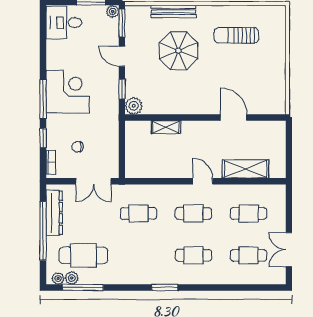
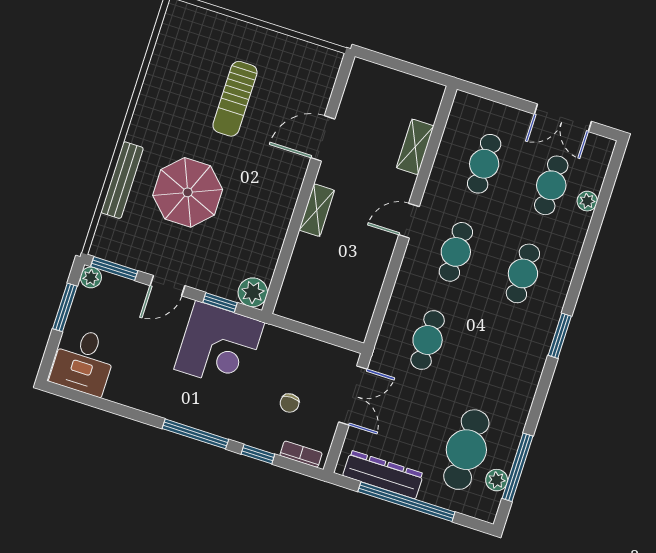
sun lounger: (236, 35) -> (235, 99), moved
corner desk: (68, 92) -> (219, 346), moved, turned 180
shelving: (166, 127) -> (317, 210), moved
shelving: (246, 169) -> (415, 147), width x0.67, depth x0.75
plant: (58, 279) -> (587, 201), moved

